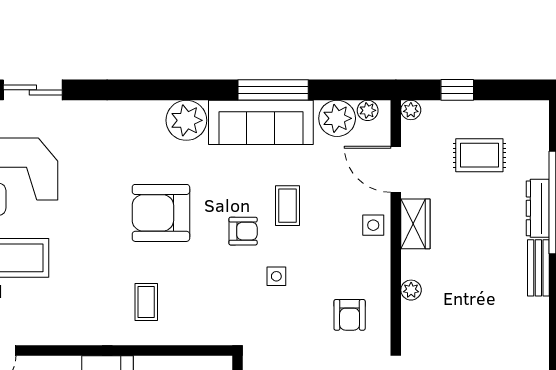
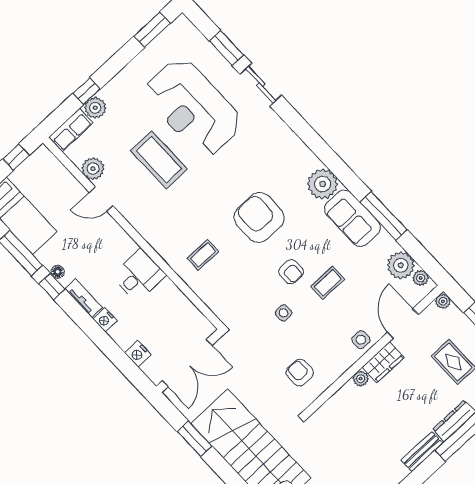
sofa: (261, 122) -> (352, 218), width x0.73
plant: (411, 290) -> (361, 379), moved
armchair: (350, 315) -> (300, 373), turned 90

